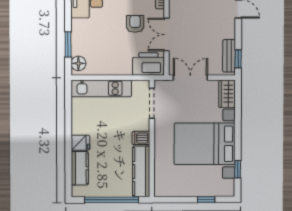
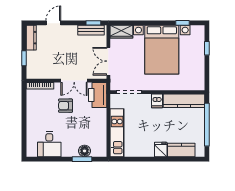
floor lamp: (78, 63) -> (85, 151), moved

